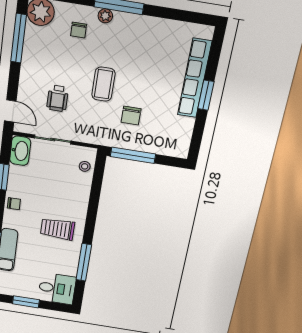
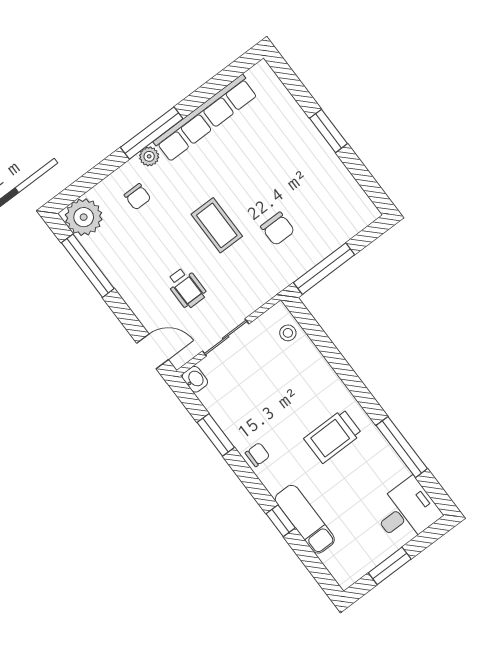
row of seats: (195, 78) -> (205, 118), moved, turned -90
washbasin: (20, 151) -> (195, 379), width x0.52, depth x0.69

